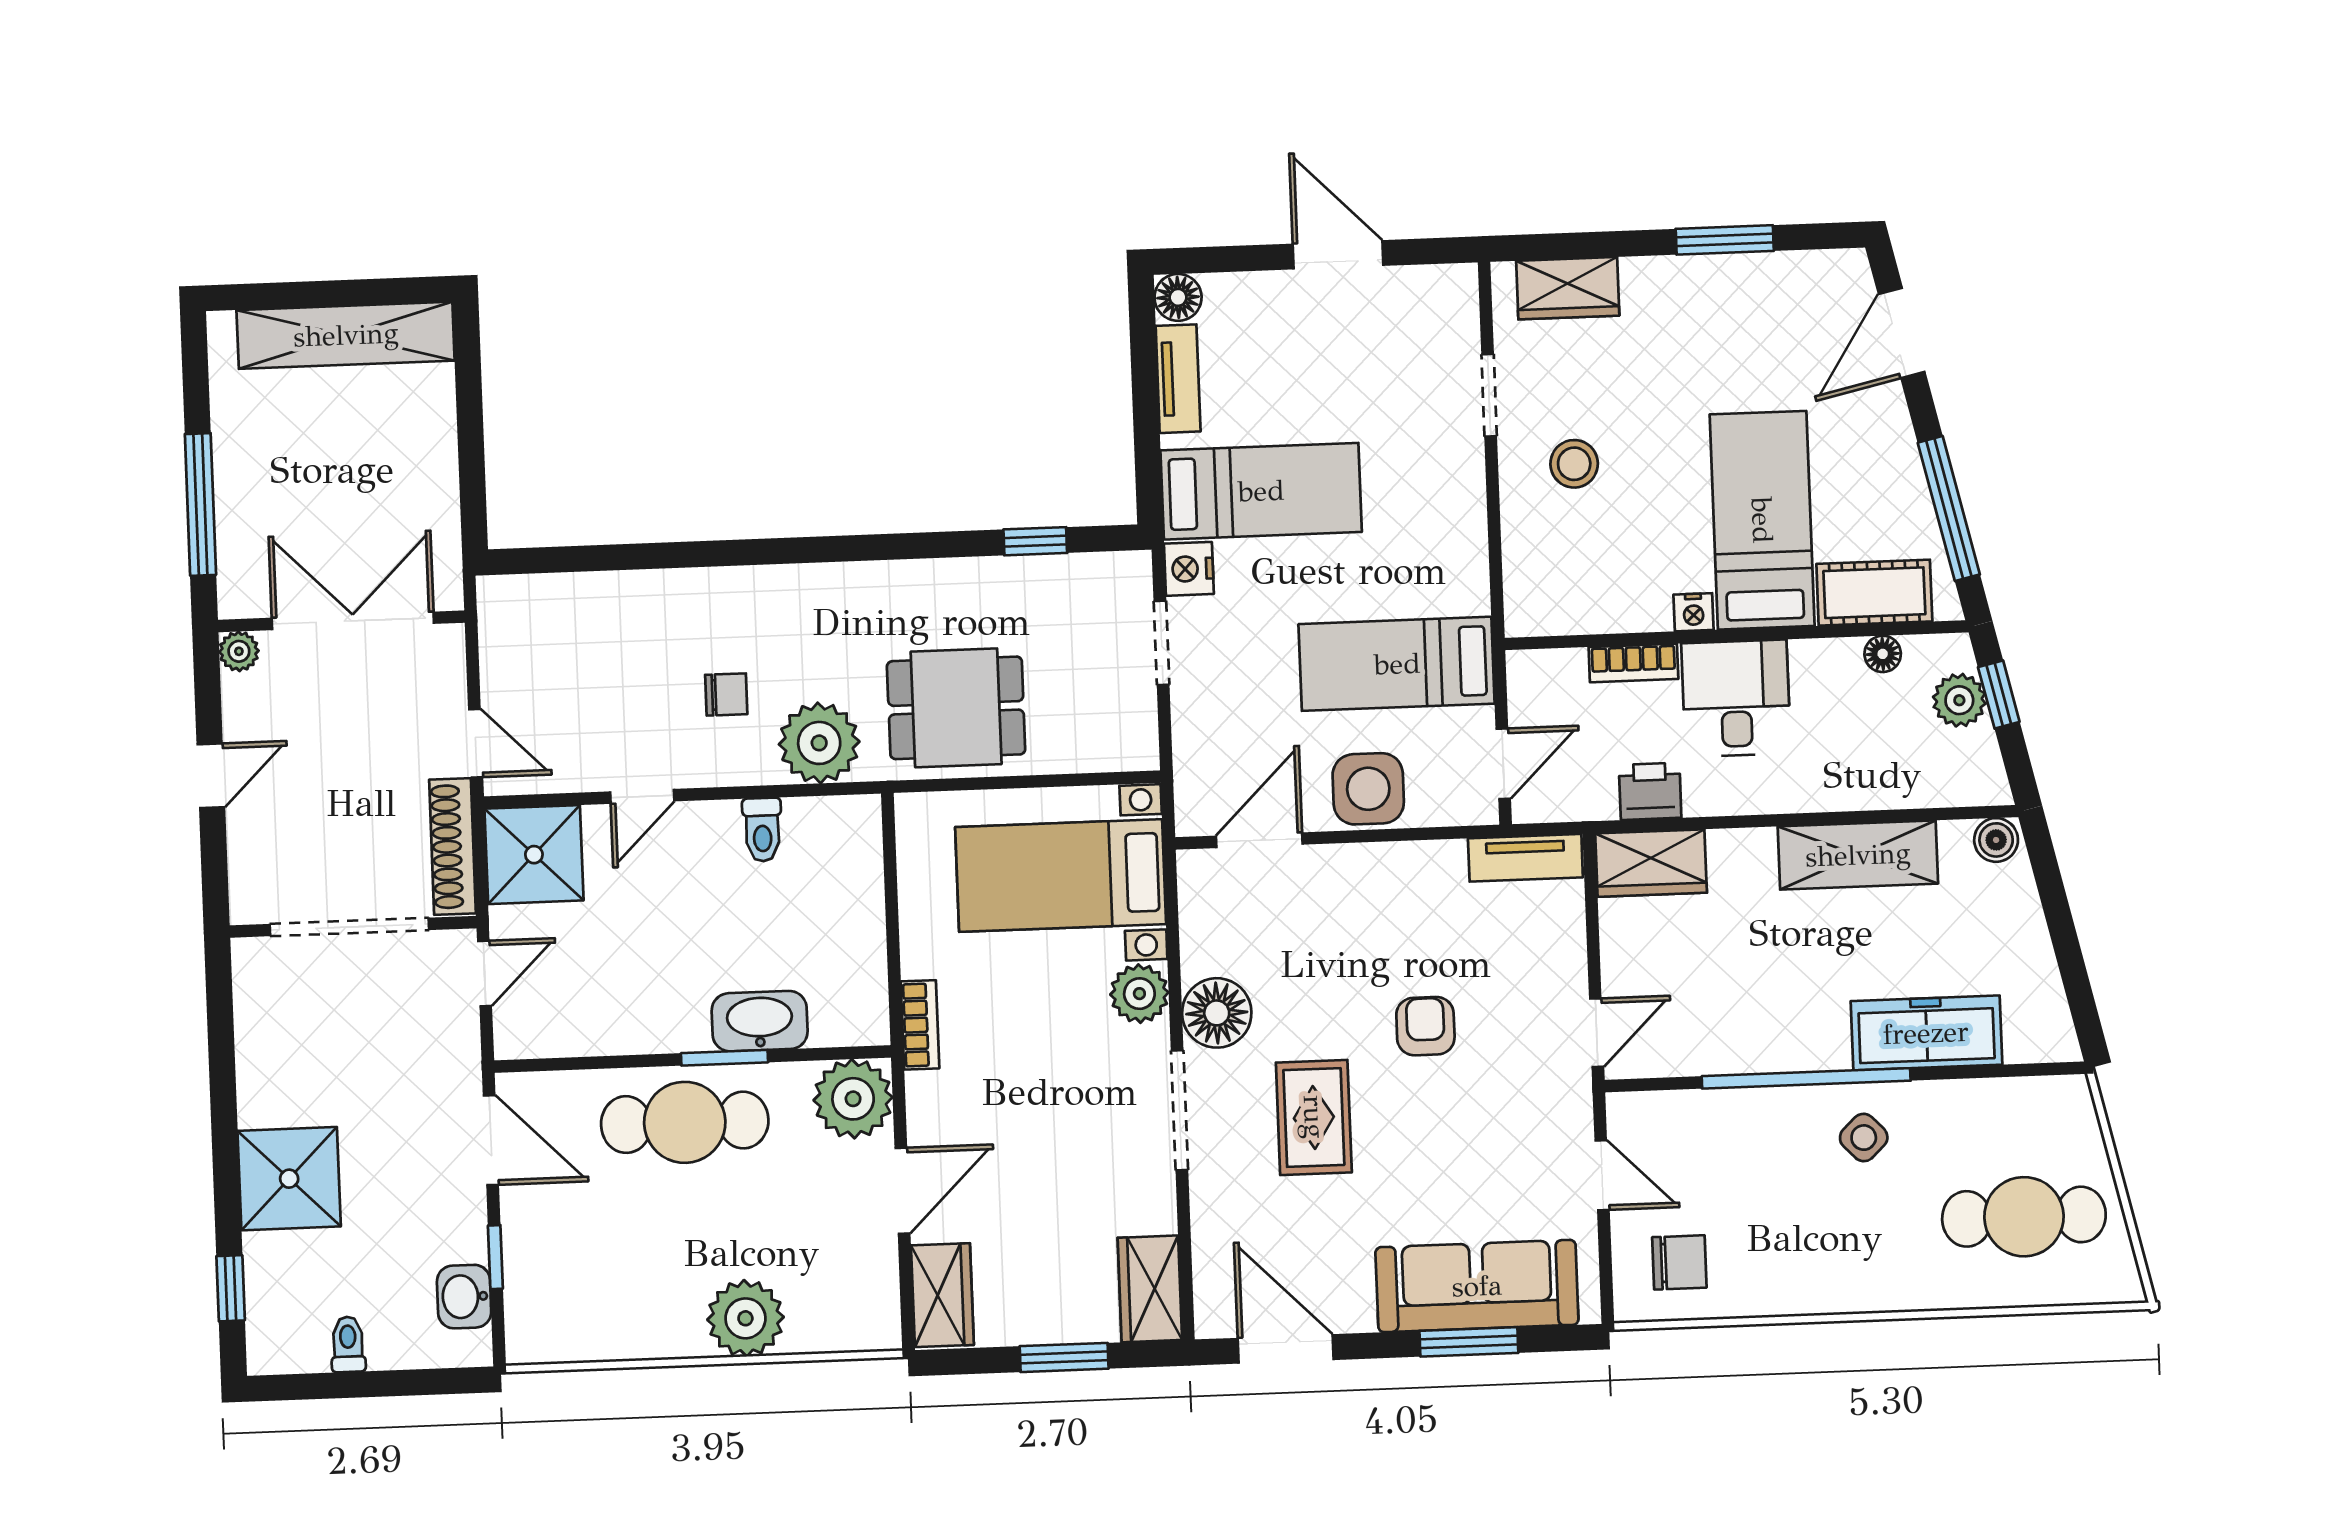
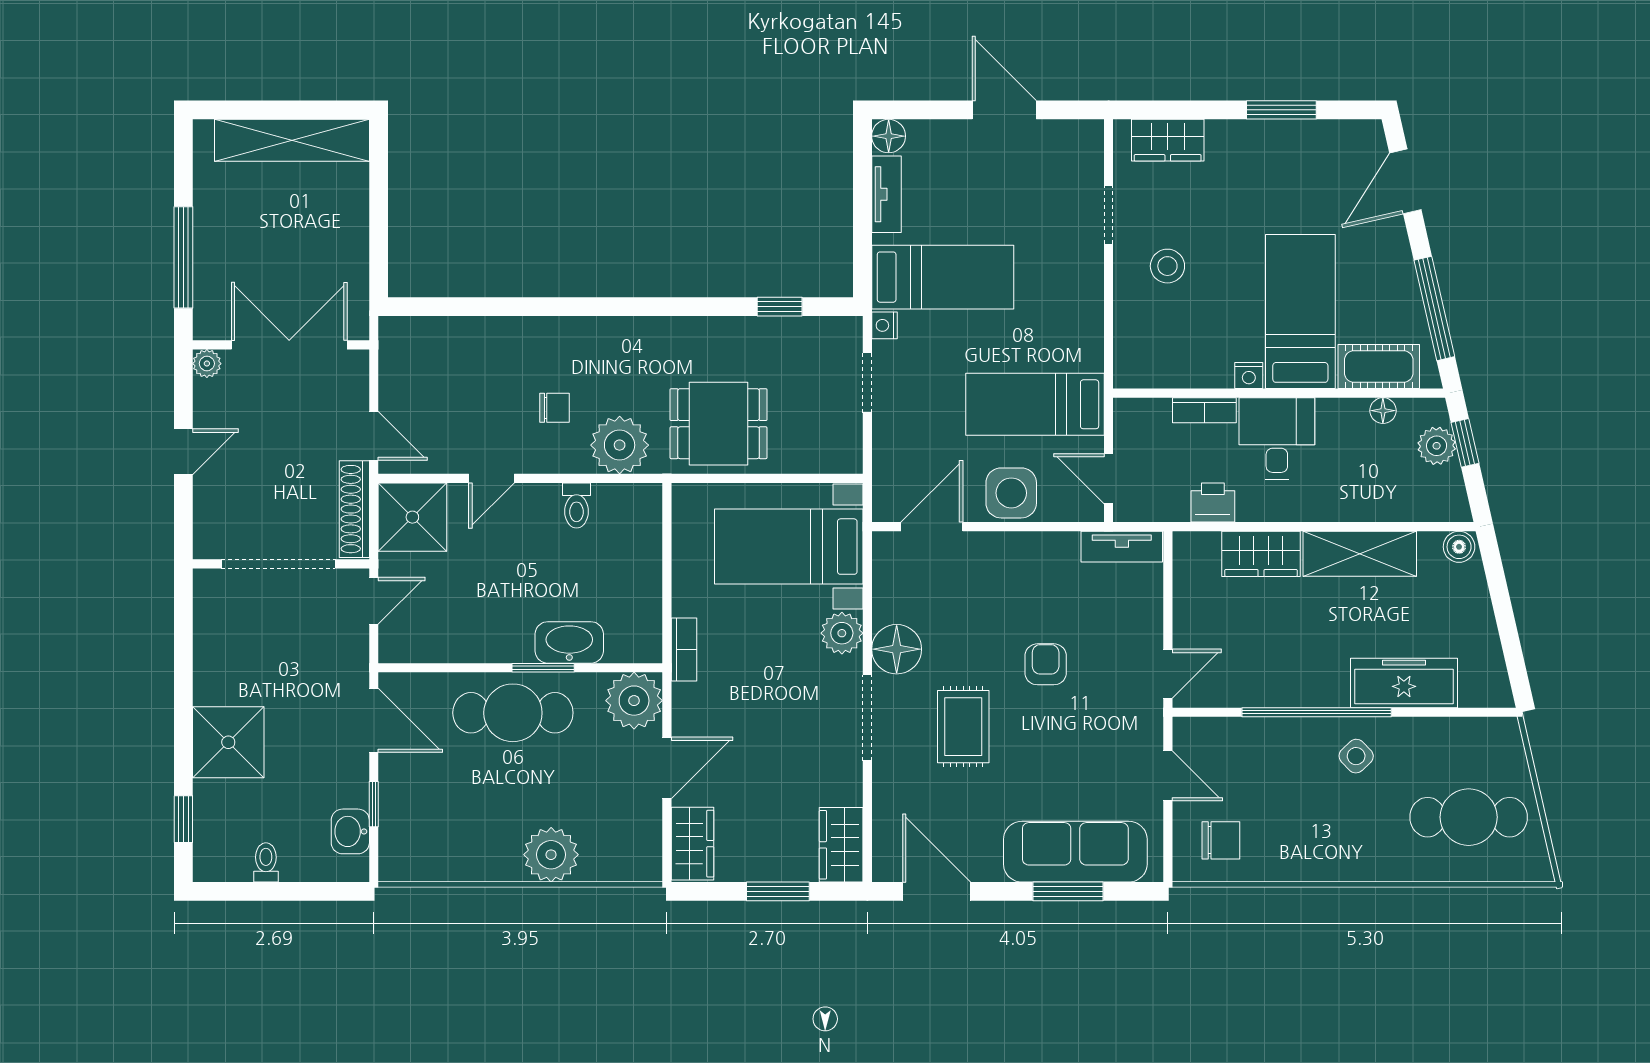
nightstand: (1189, 569) -> (884, 325), width x0.72, depth x0.74
door: (1503, 764) -> (1109, 479), swing flipped
wardrobe: (1651, 863) -> (1261, 554), moved

